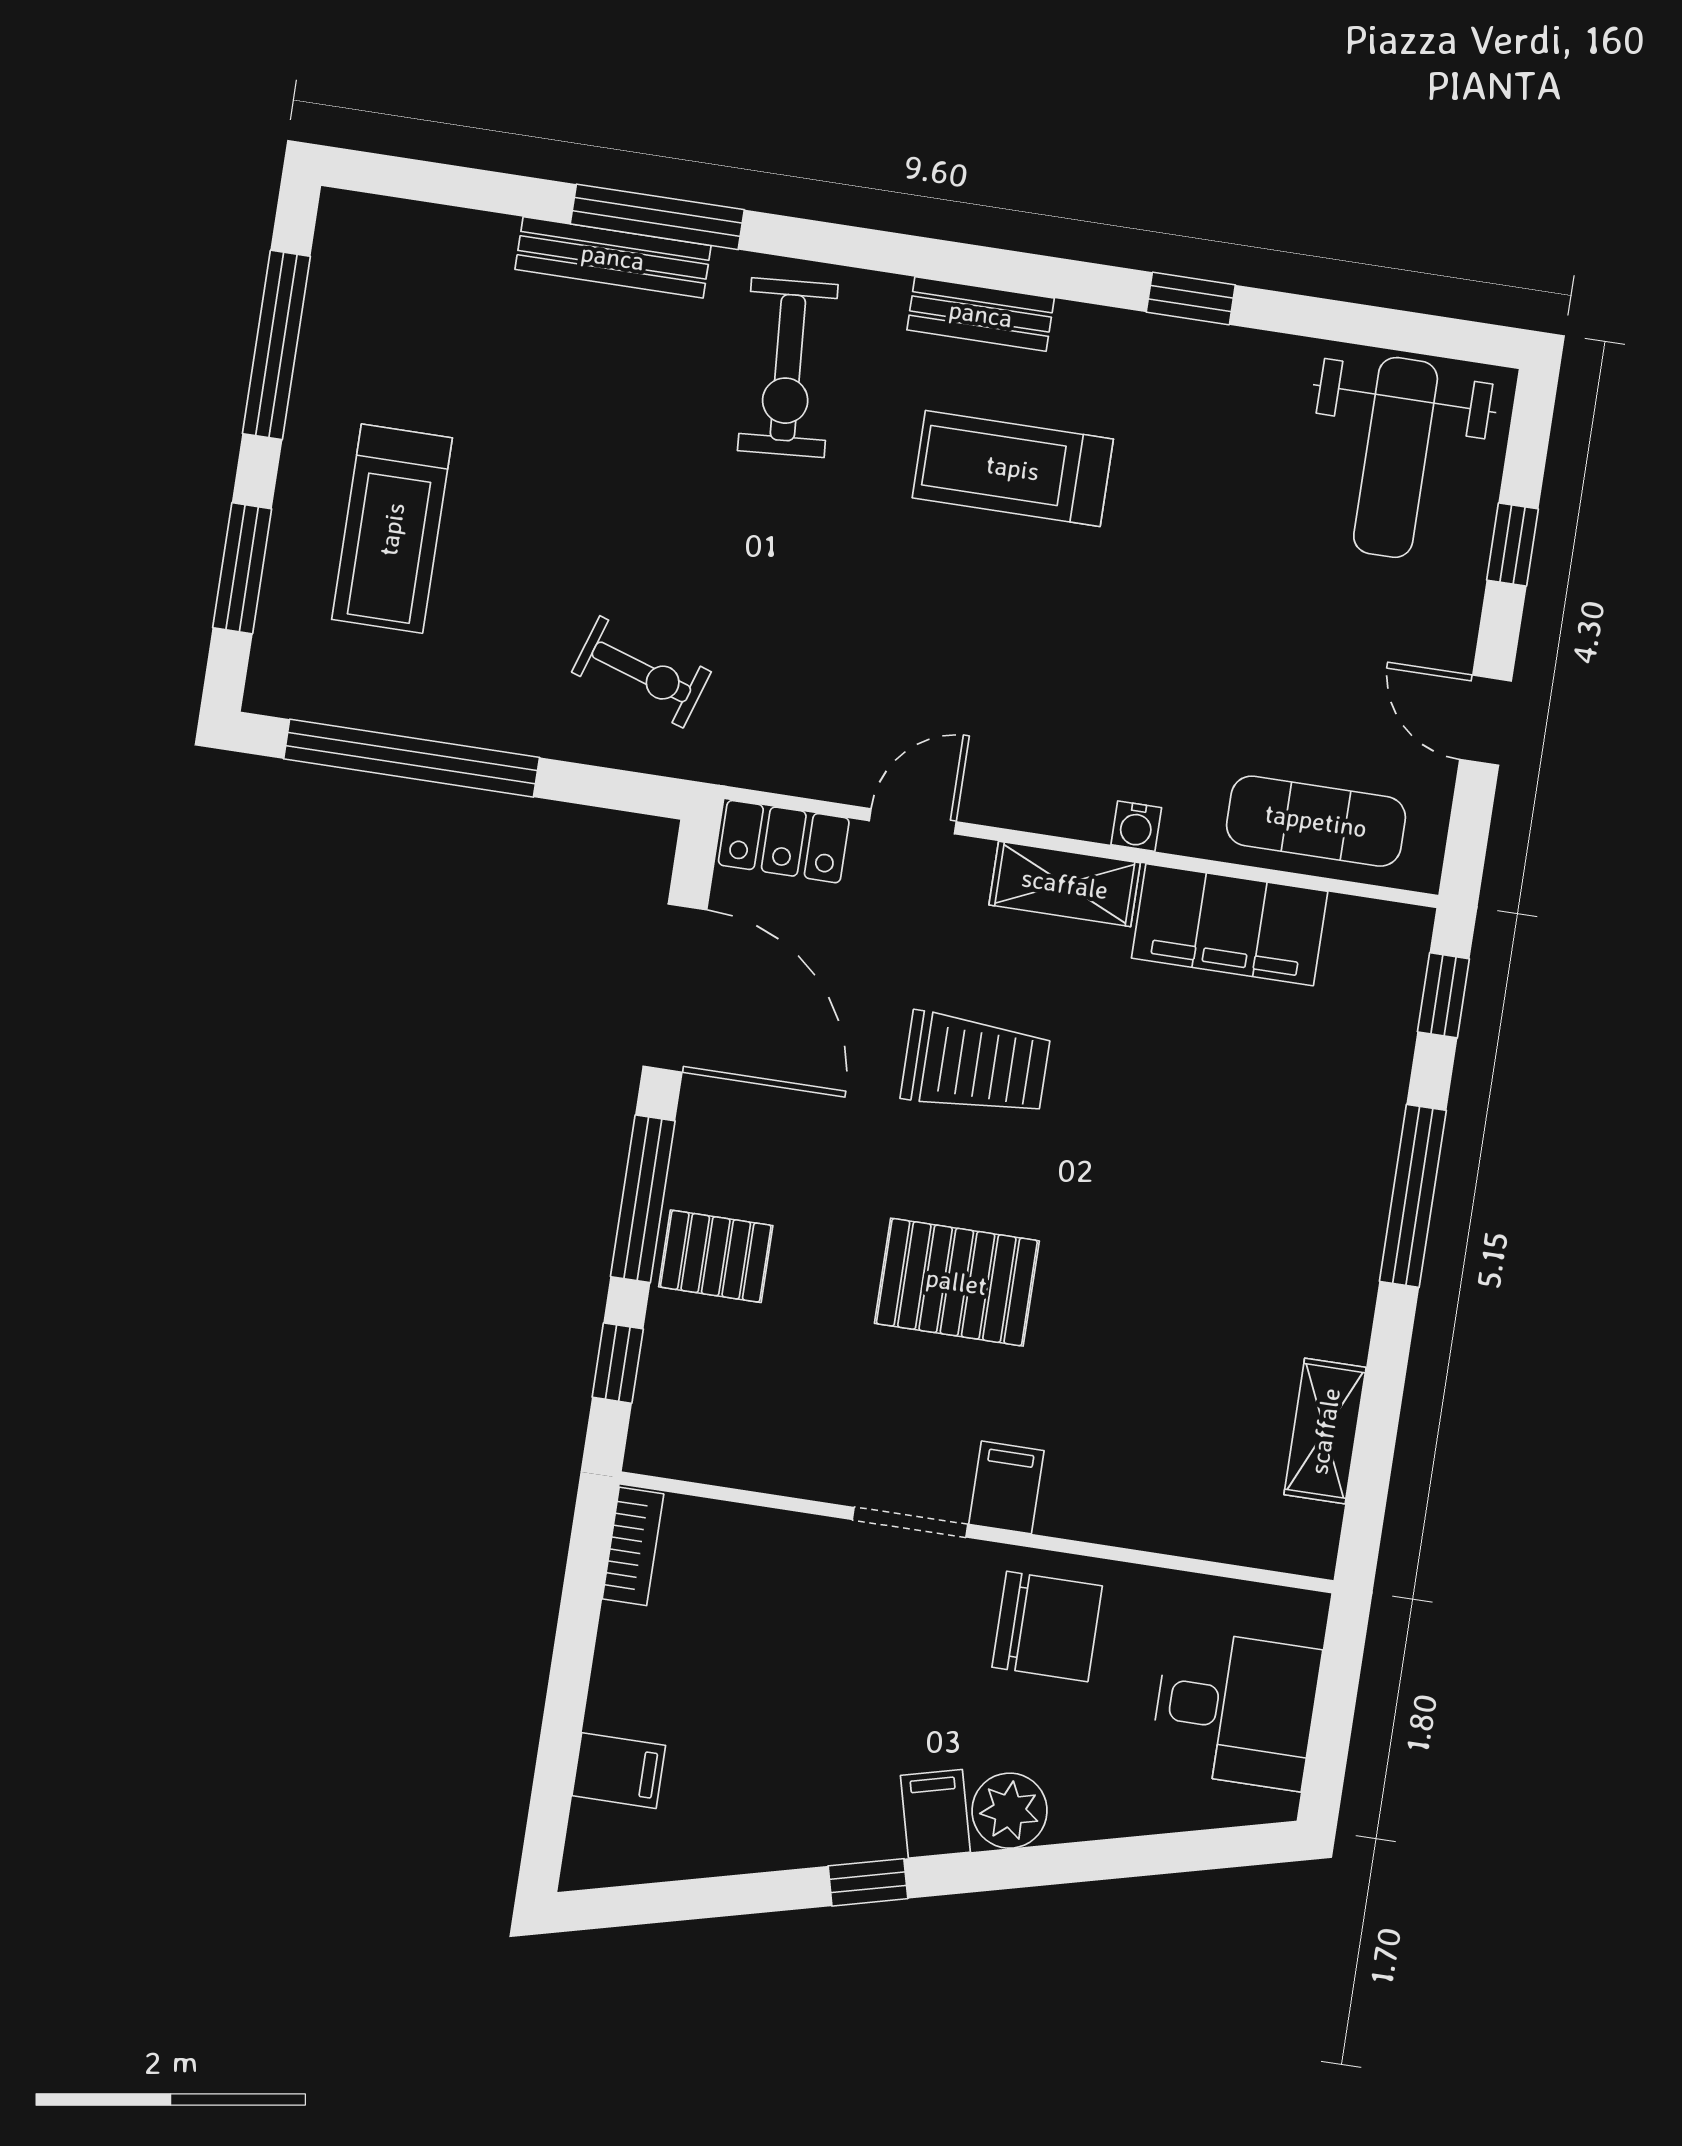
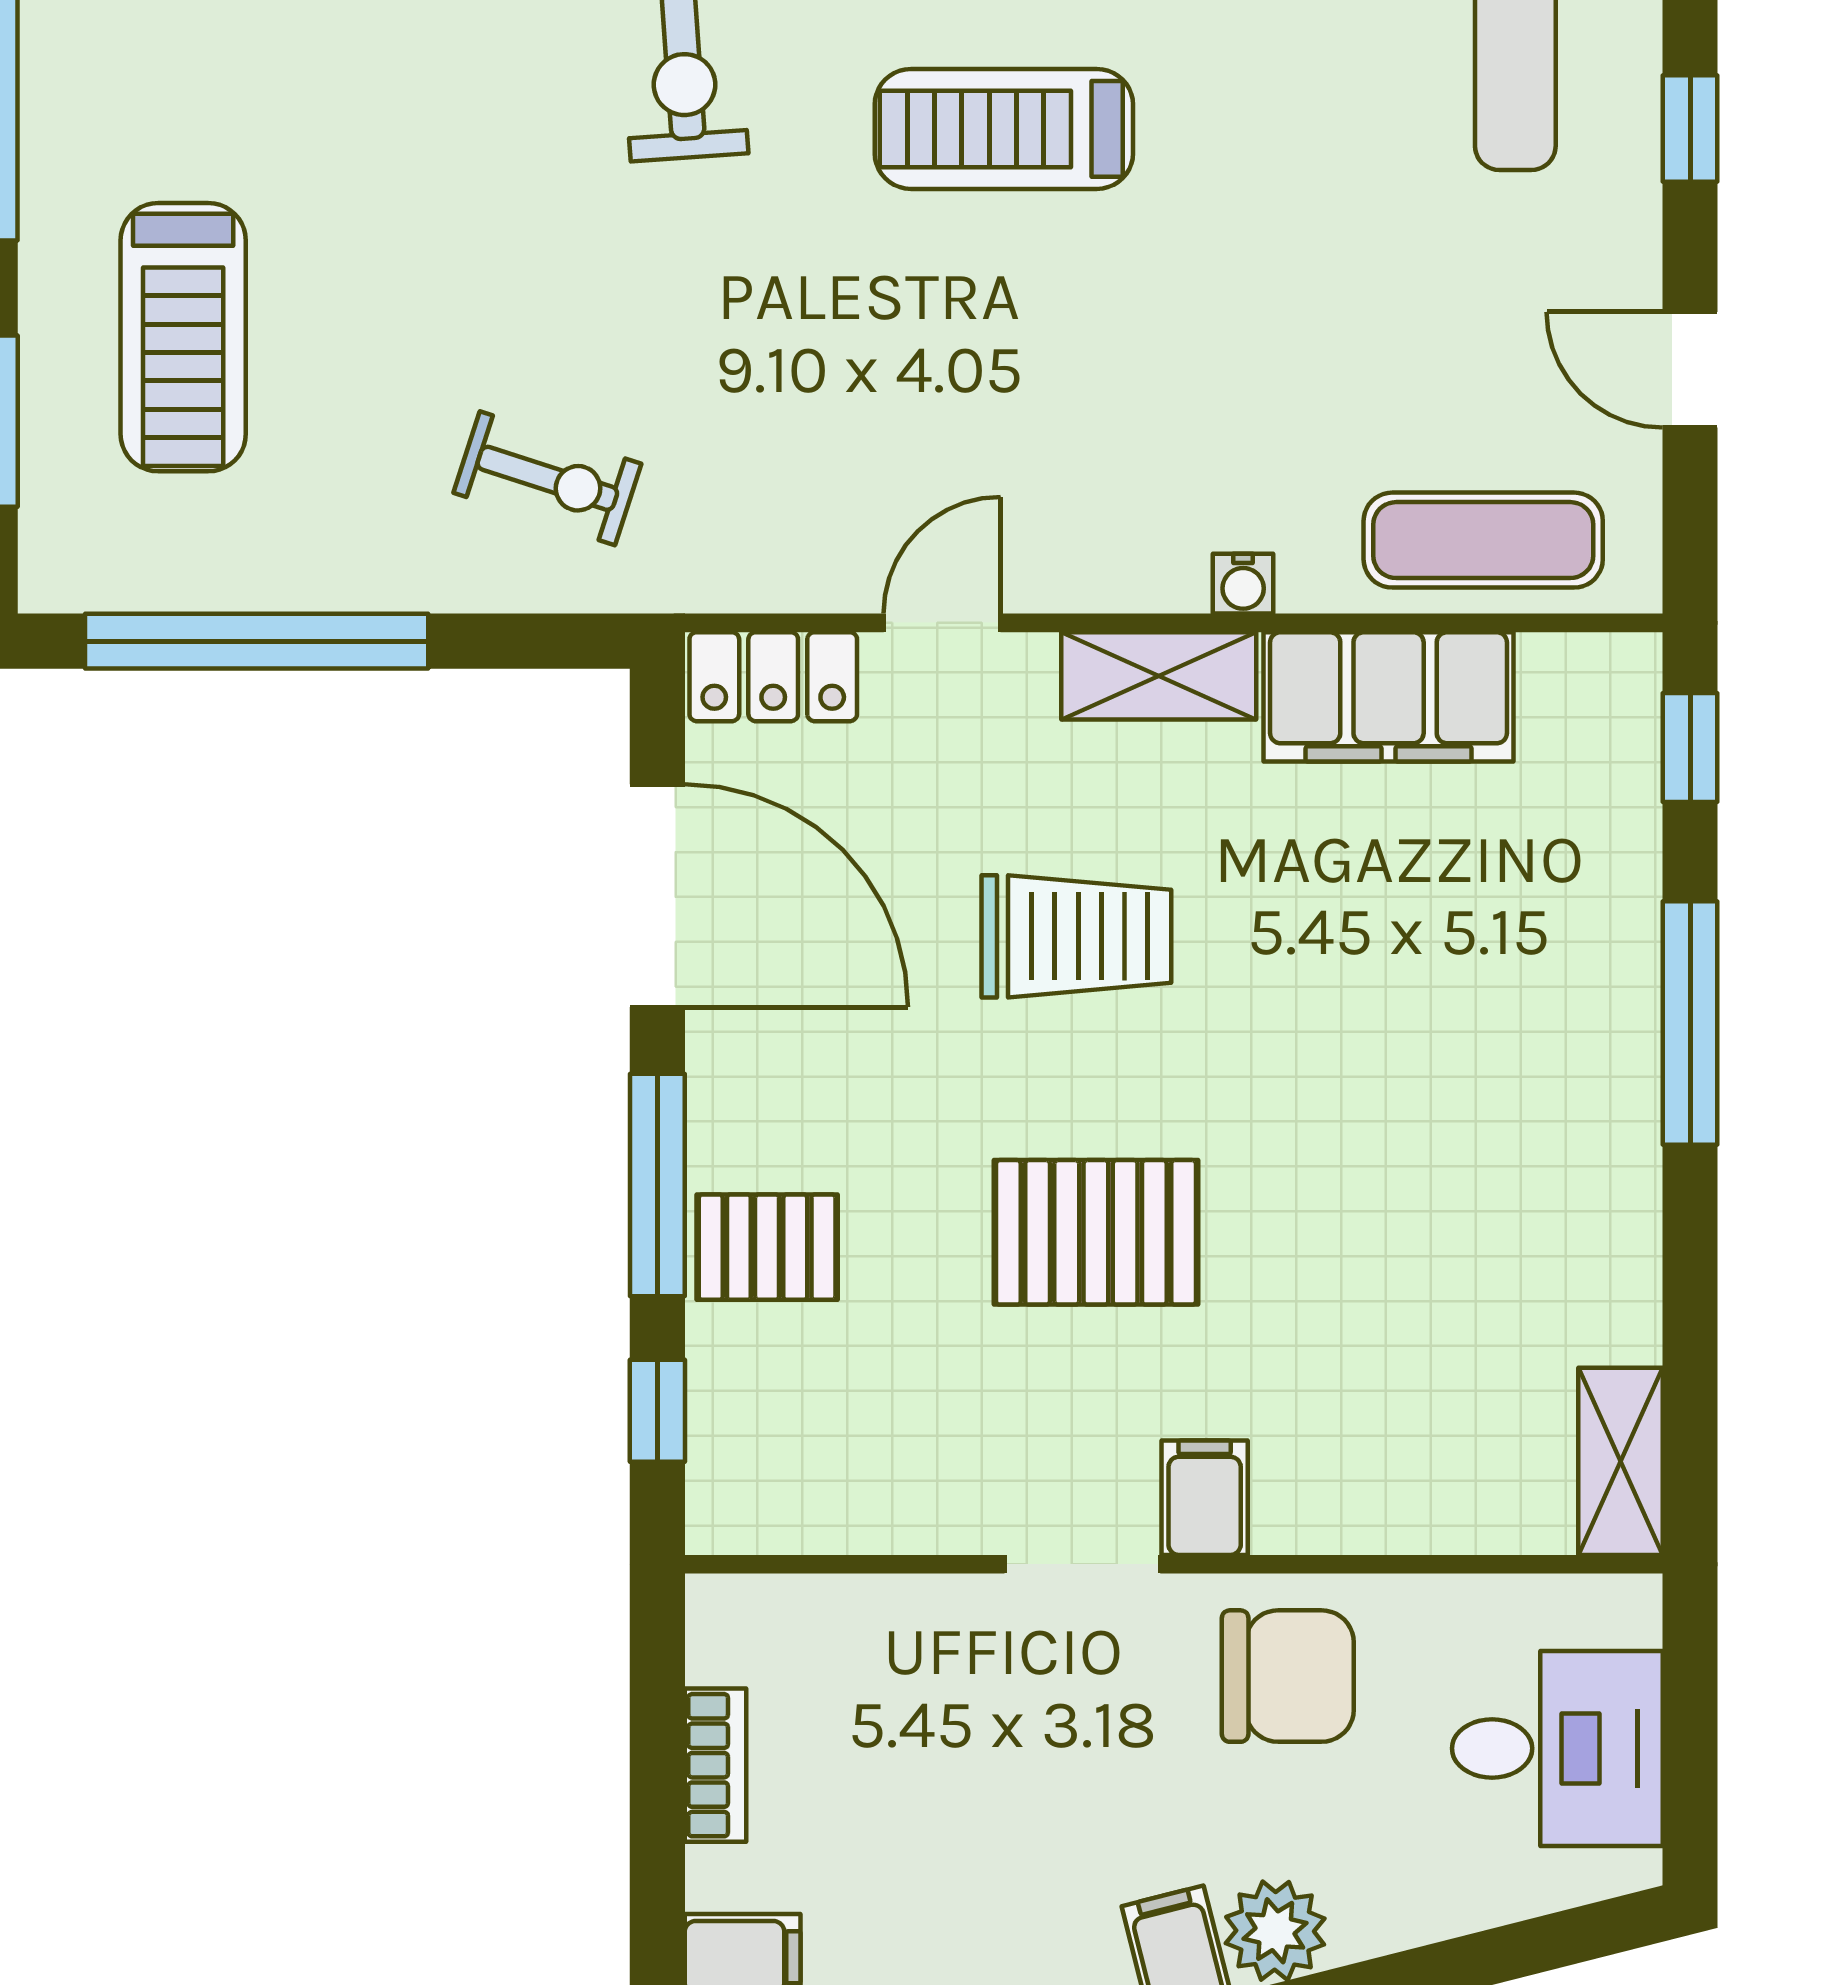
shelving: (1325, 1431) -> (1620, 1461), moved
bookcase: (633, 1546) -> (715, 1765), moved

